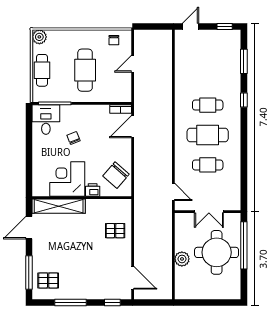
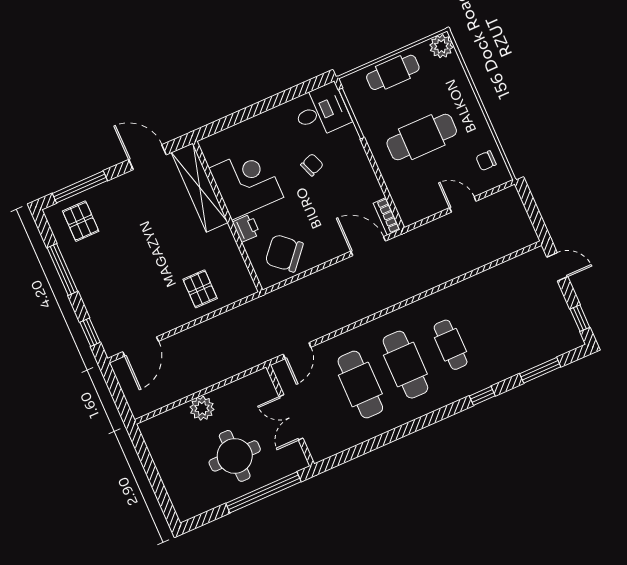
cafe table: (208, 165) -> (360, 384), width x1.37, depth x1.35
round table: (217, 252) -> (235, 456), width x0.73, depth x0.73

